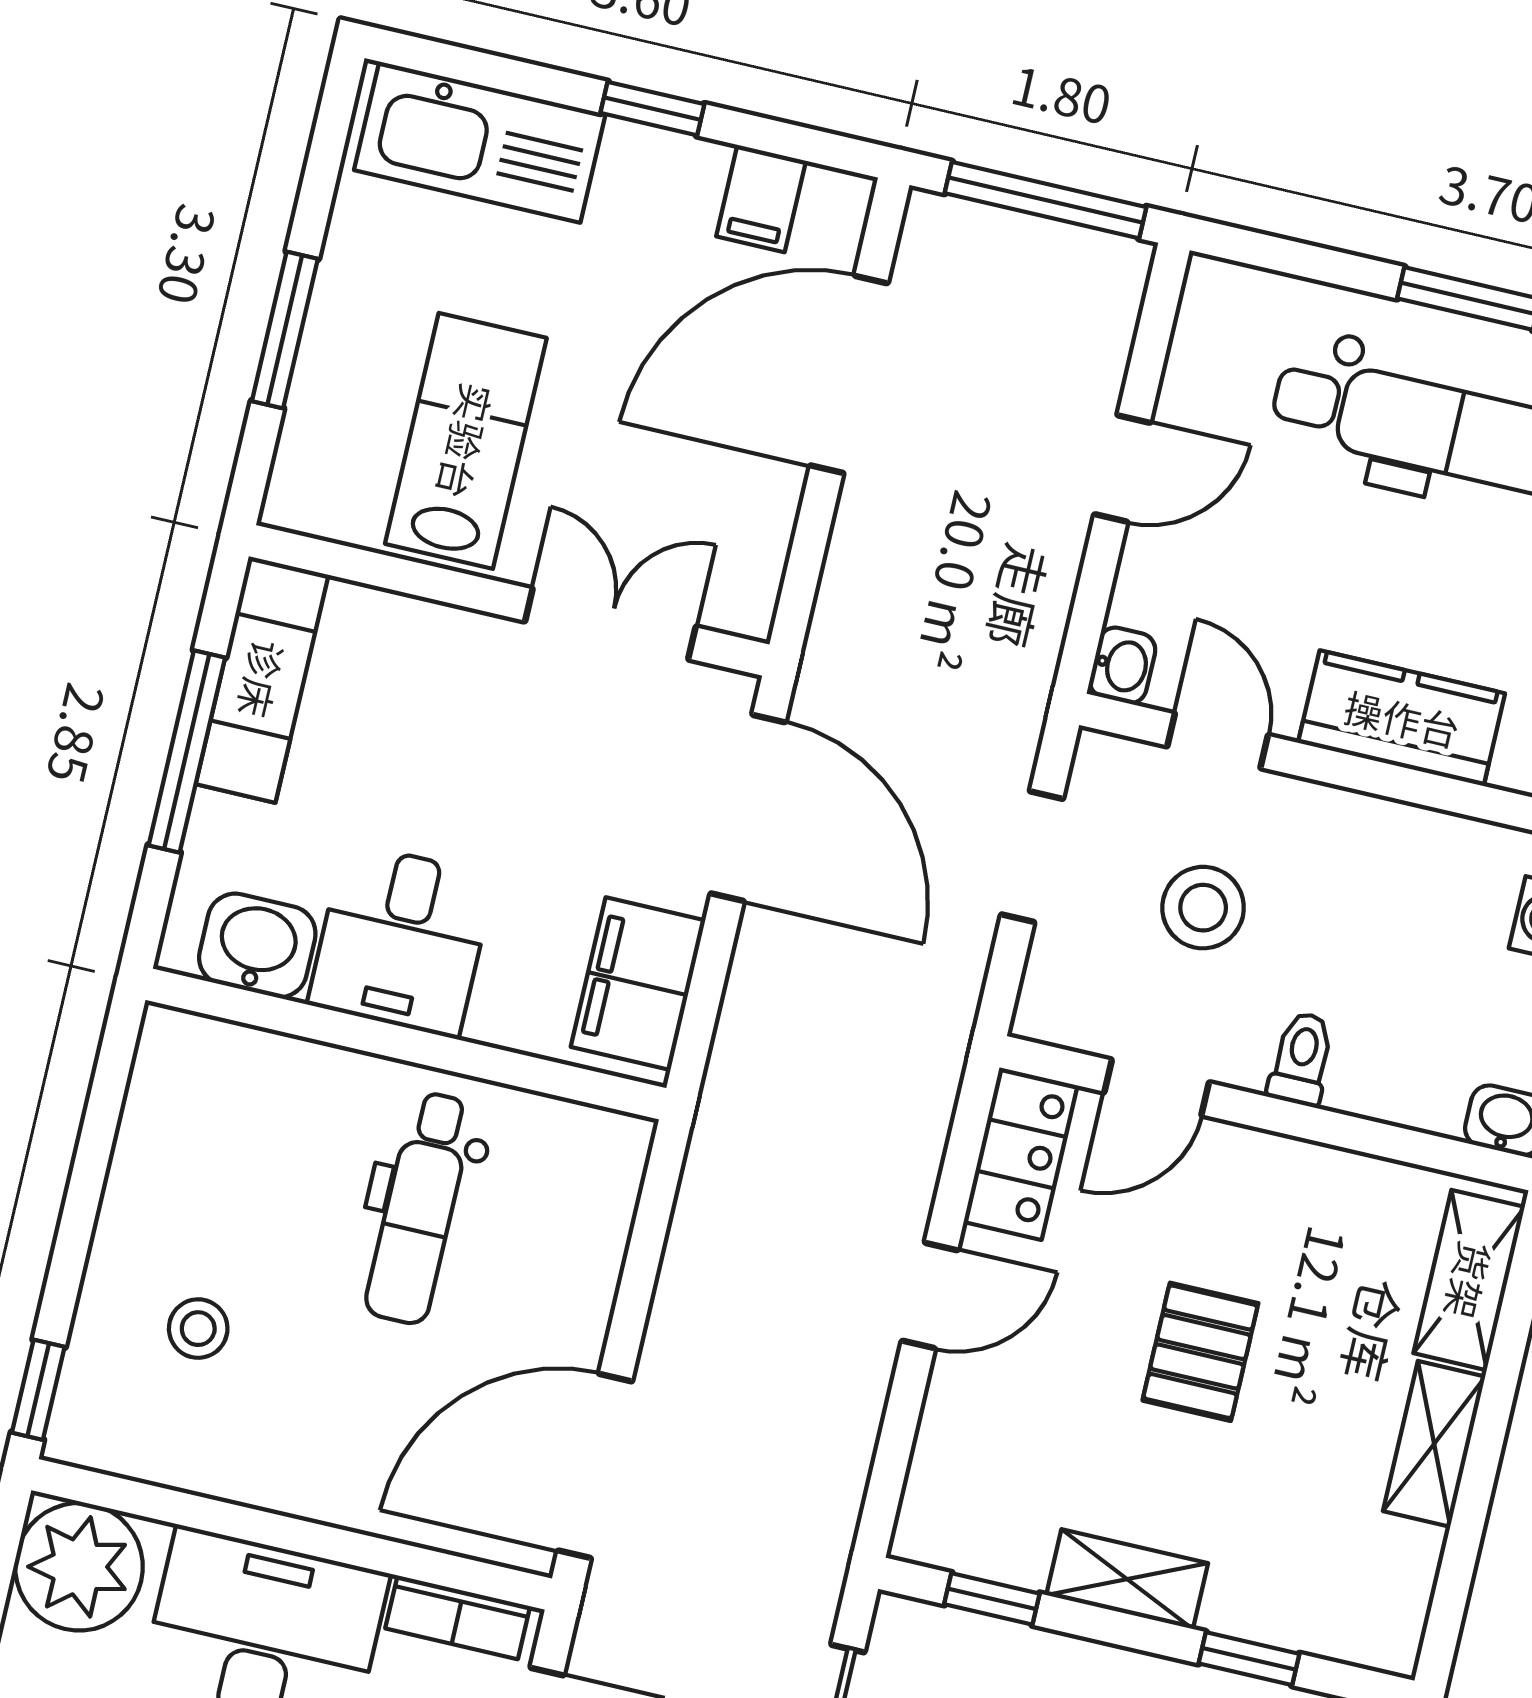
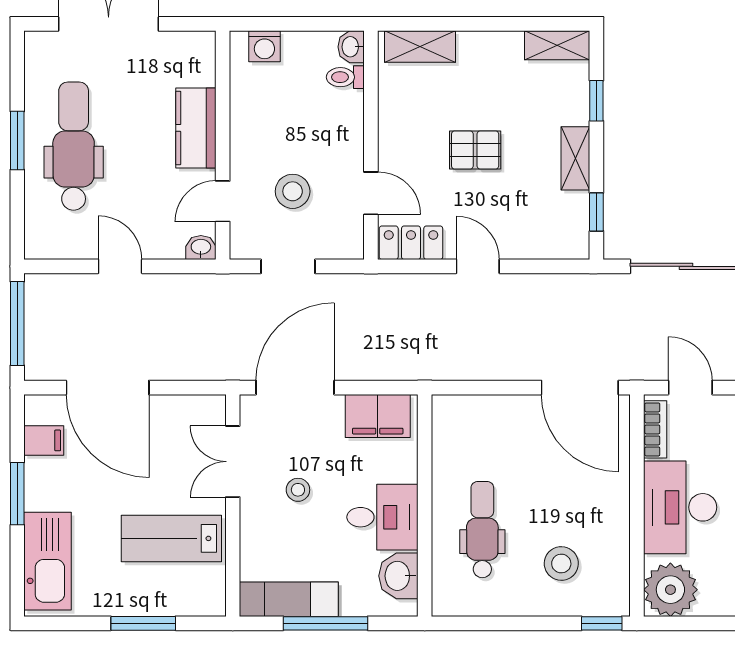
window: (652, 109) -> (17, 494), width x1.50
stool: (510, 760) -> (298, 490), added
toilet: (1301, 1059) -> (345, 77), moved
dental chair: (419, 1208) -> (482, 530), moved, turned -90
stool: (198, 1329) -> (561, 563), width x1.37, depth x1.37
shelving: (1434, 1444) -> (557, 45), moved

